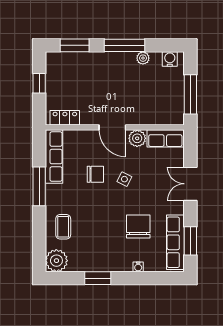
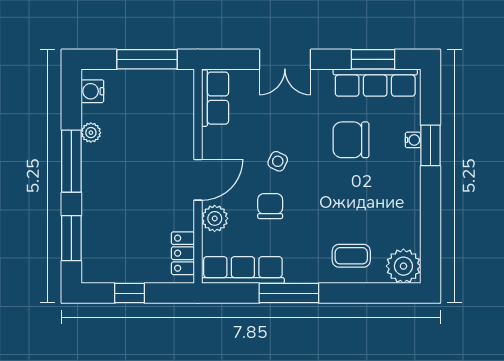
plant: (137, 138) -> (215, 218), moved
window: (98, 278) -> (430, 145), moved

